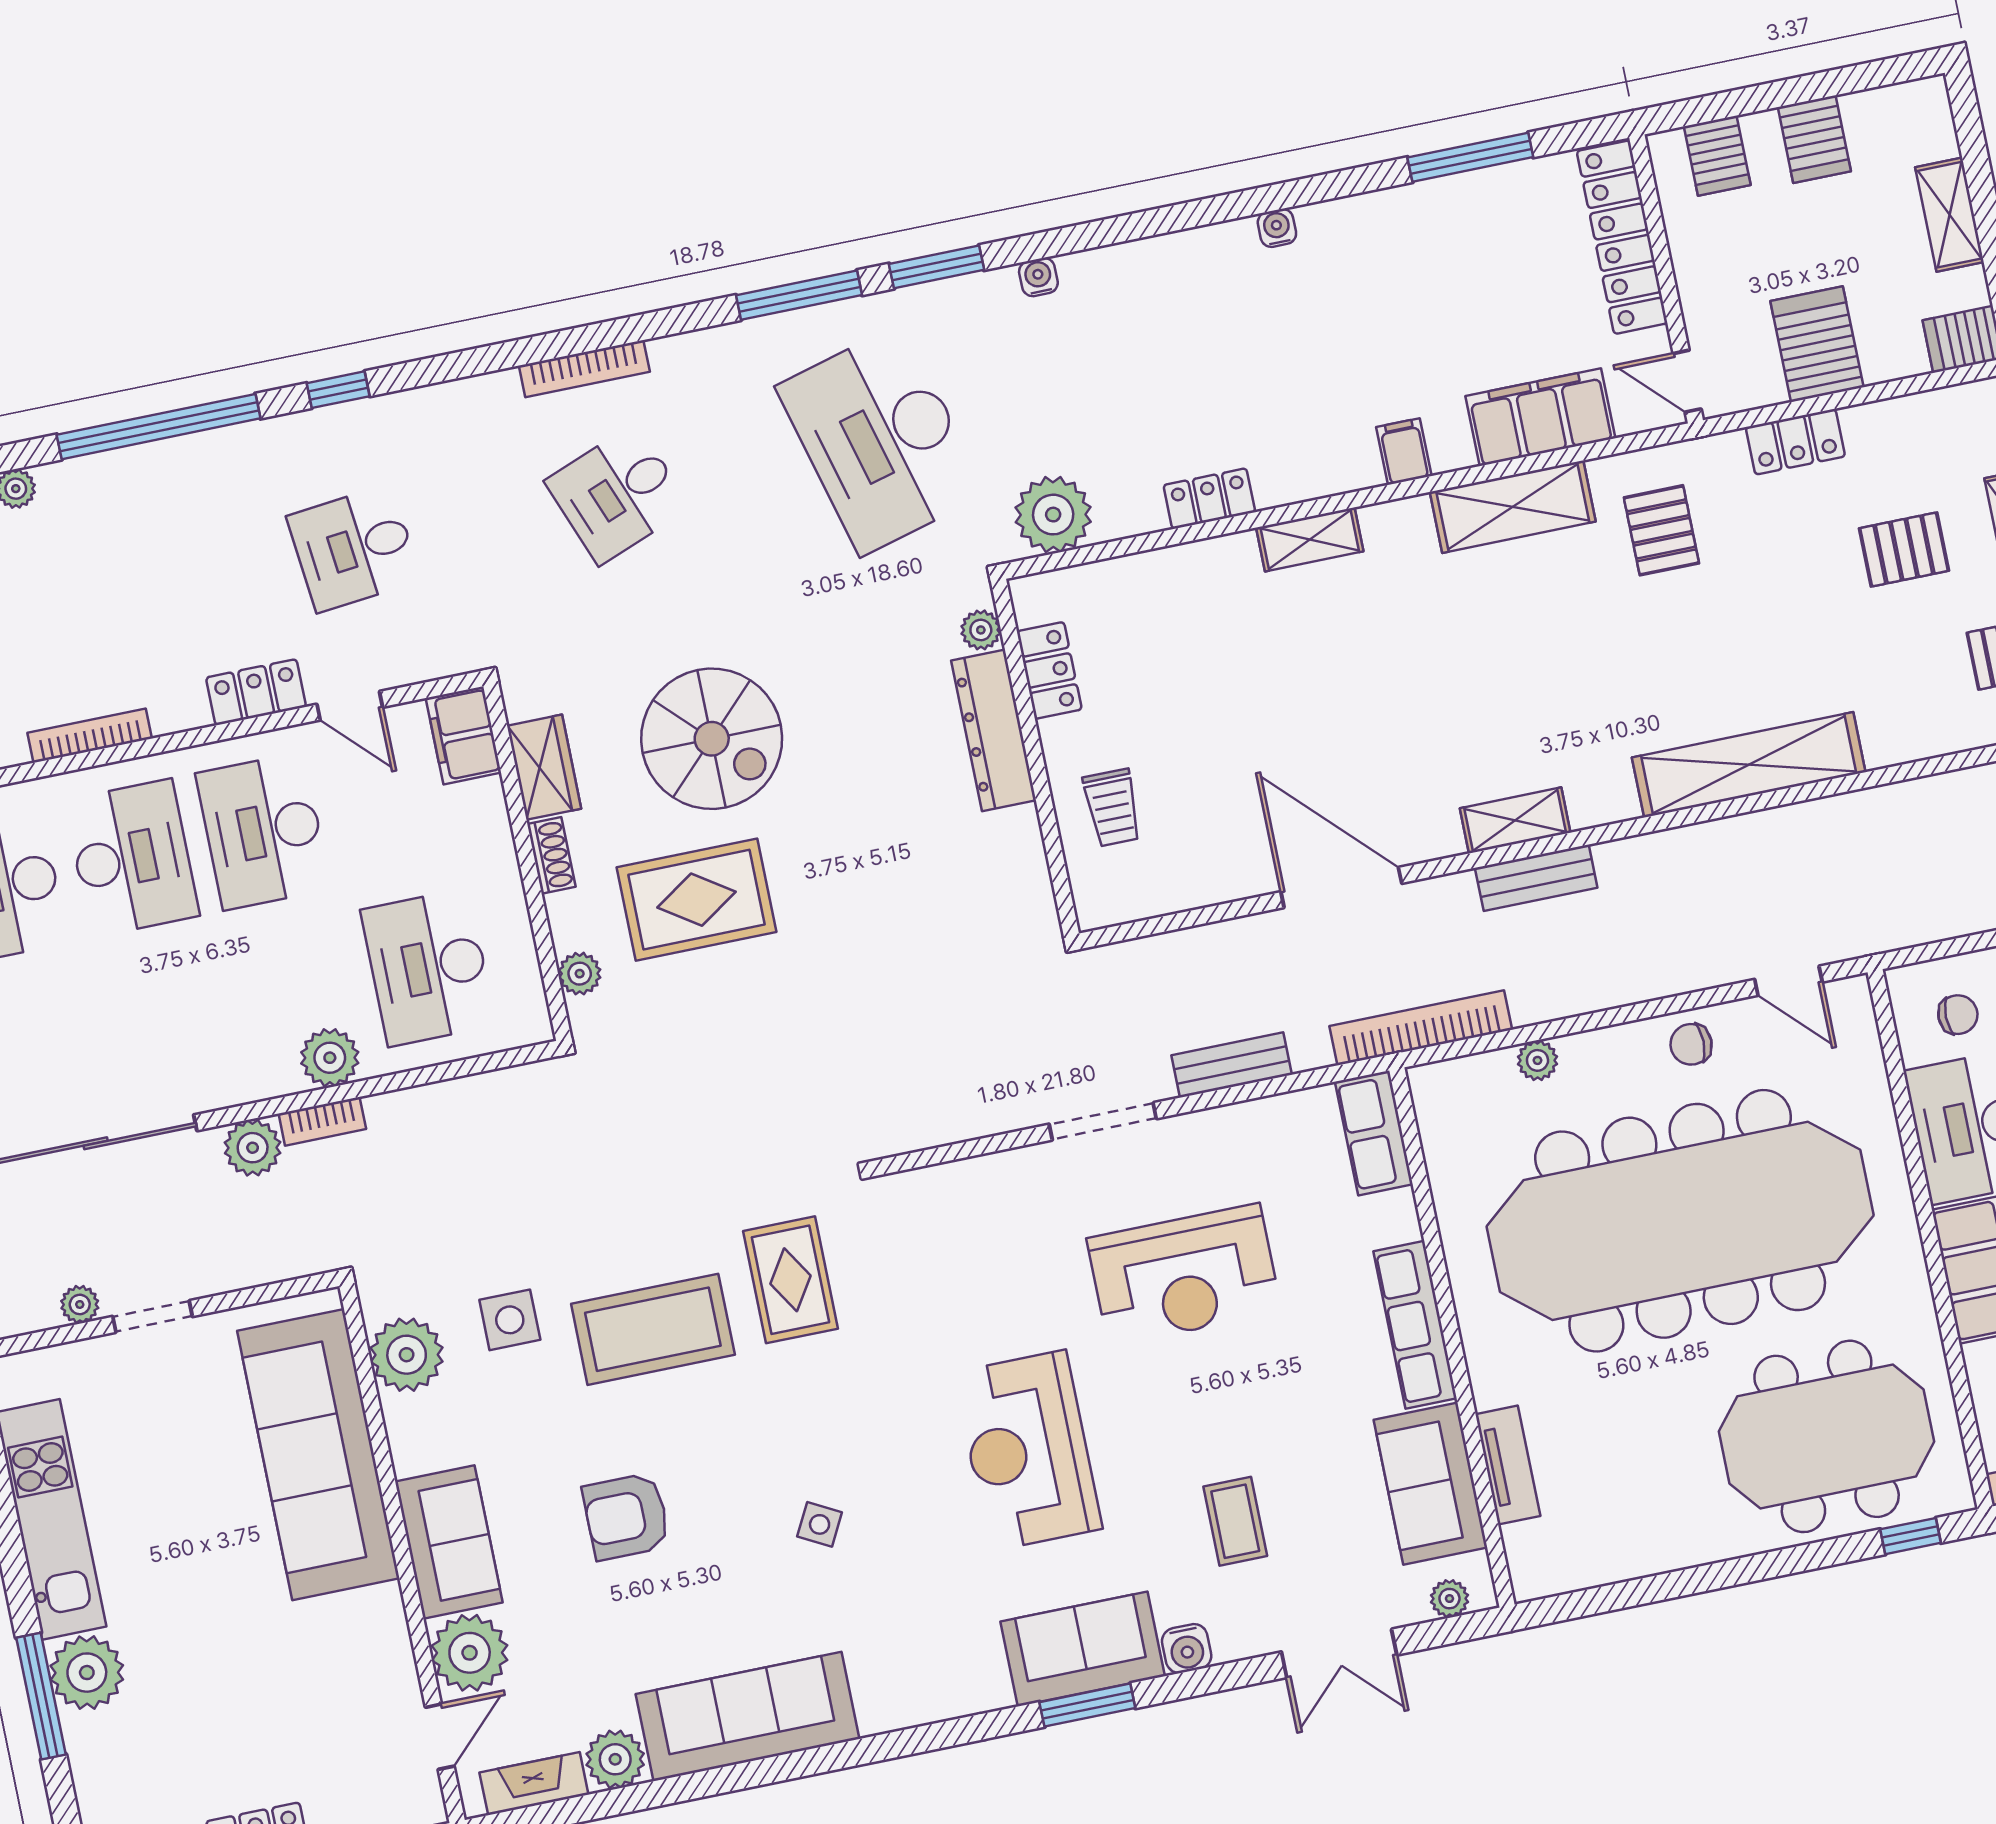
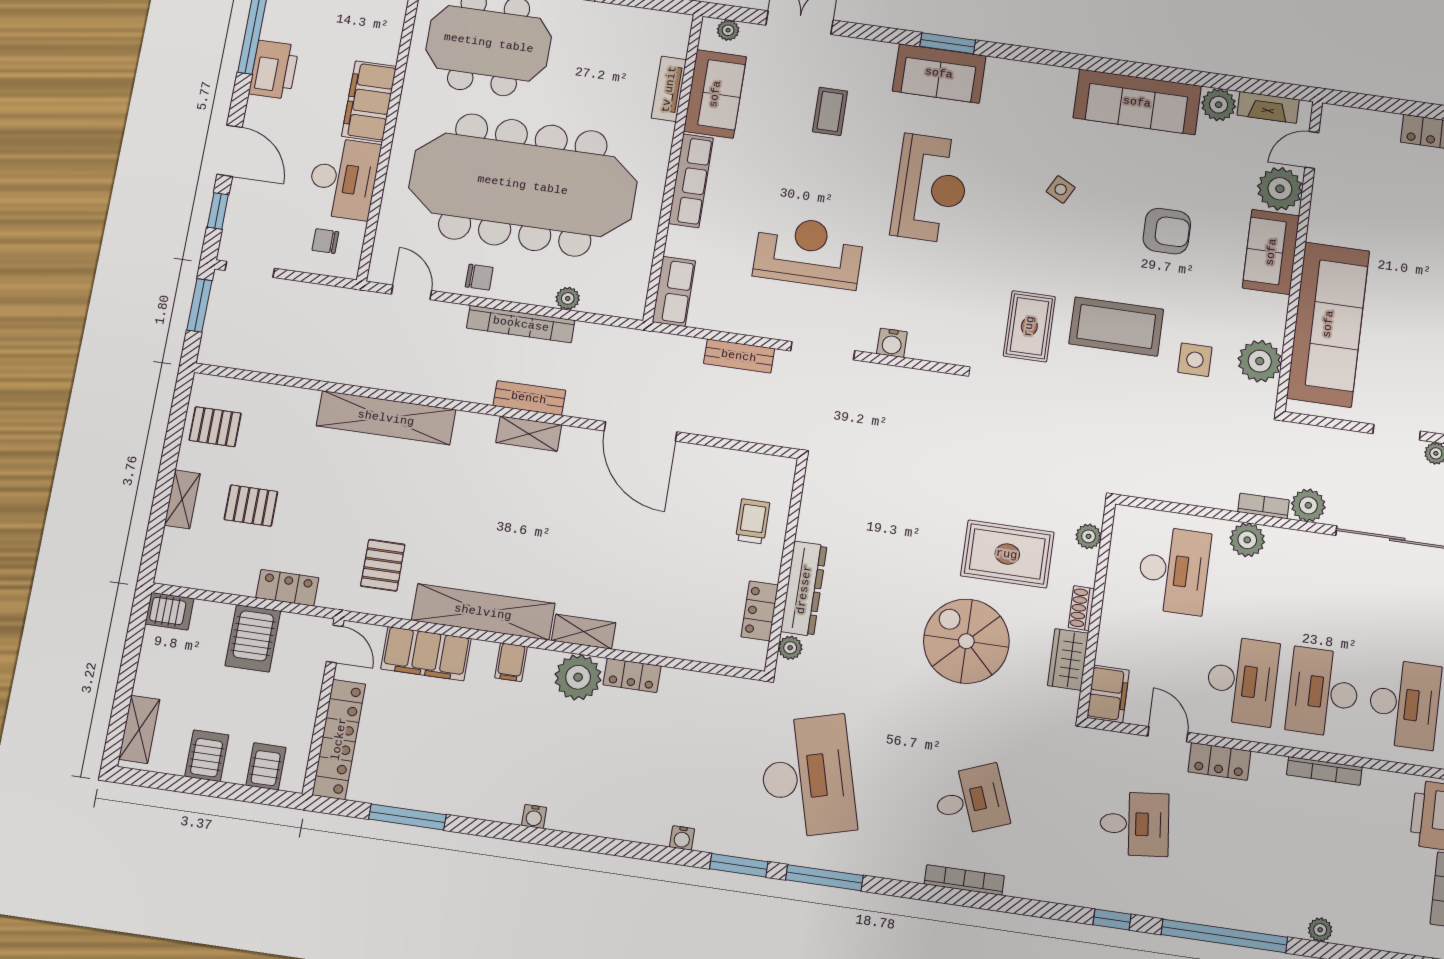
shelving: (1949, 215) -> (139, 729), moved
shelving: (1513, 507) -> (483, 612), width x1.47
plant: (1053, 515) -> (578, 677), moved
bookcase: (1421, 1028) -> (521, 324), moved
water cooler: (1187, 1649) -> (892, 343), moved, turned 180

